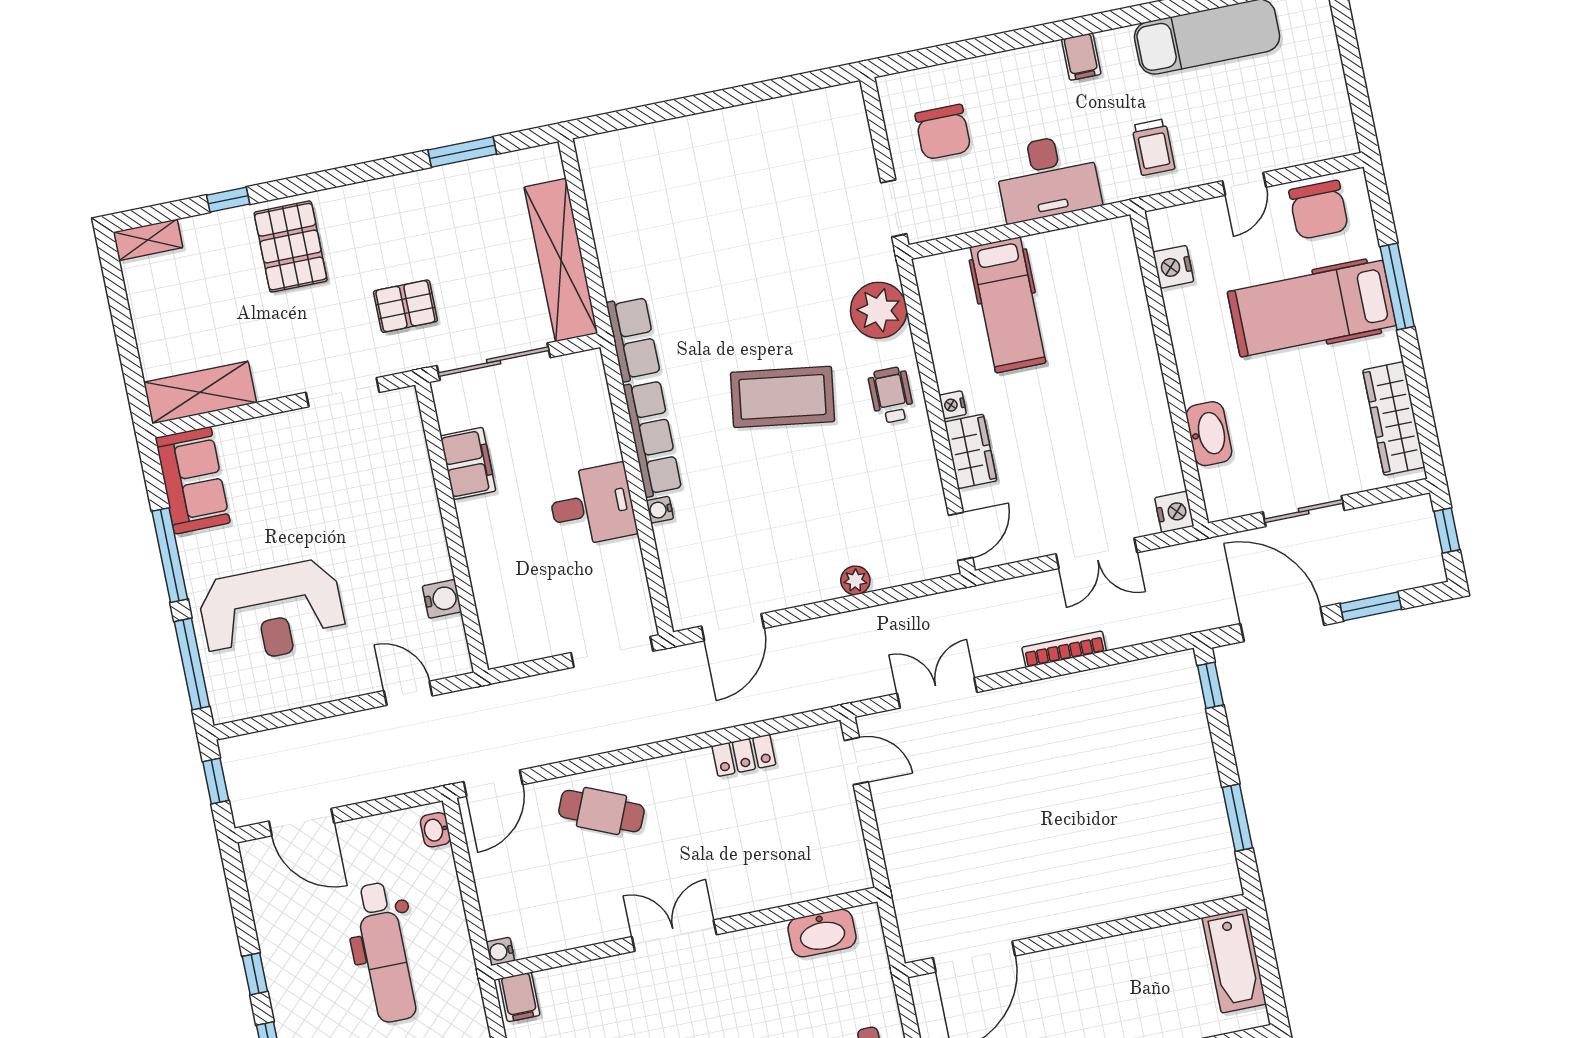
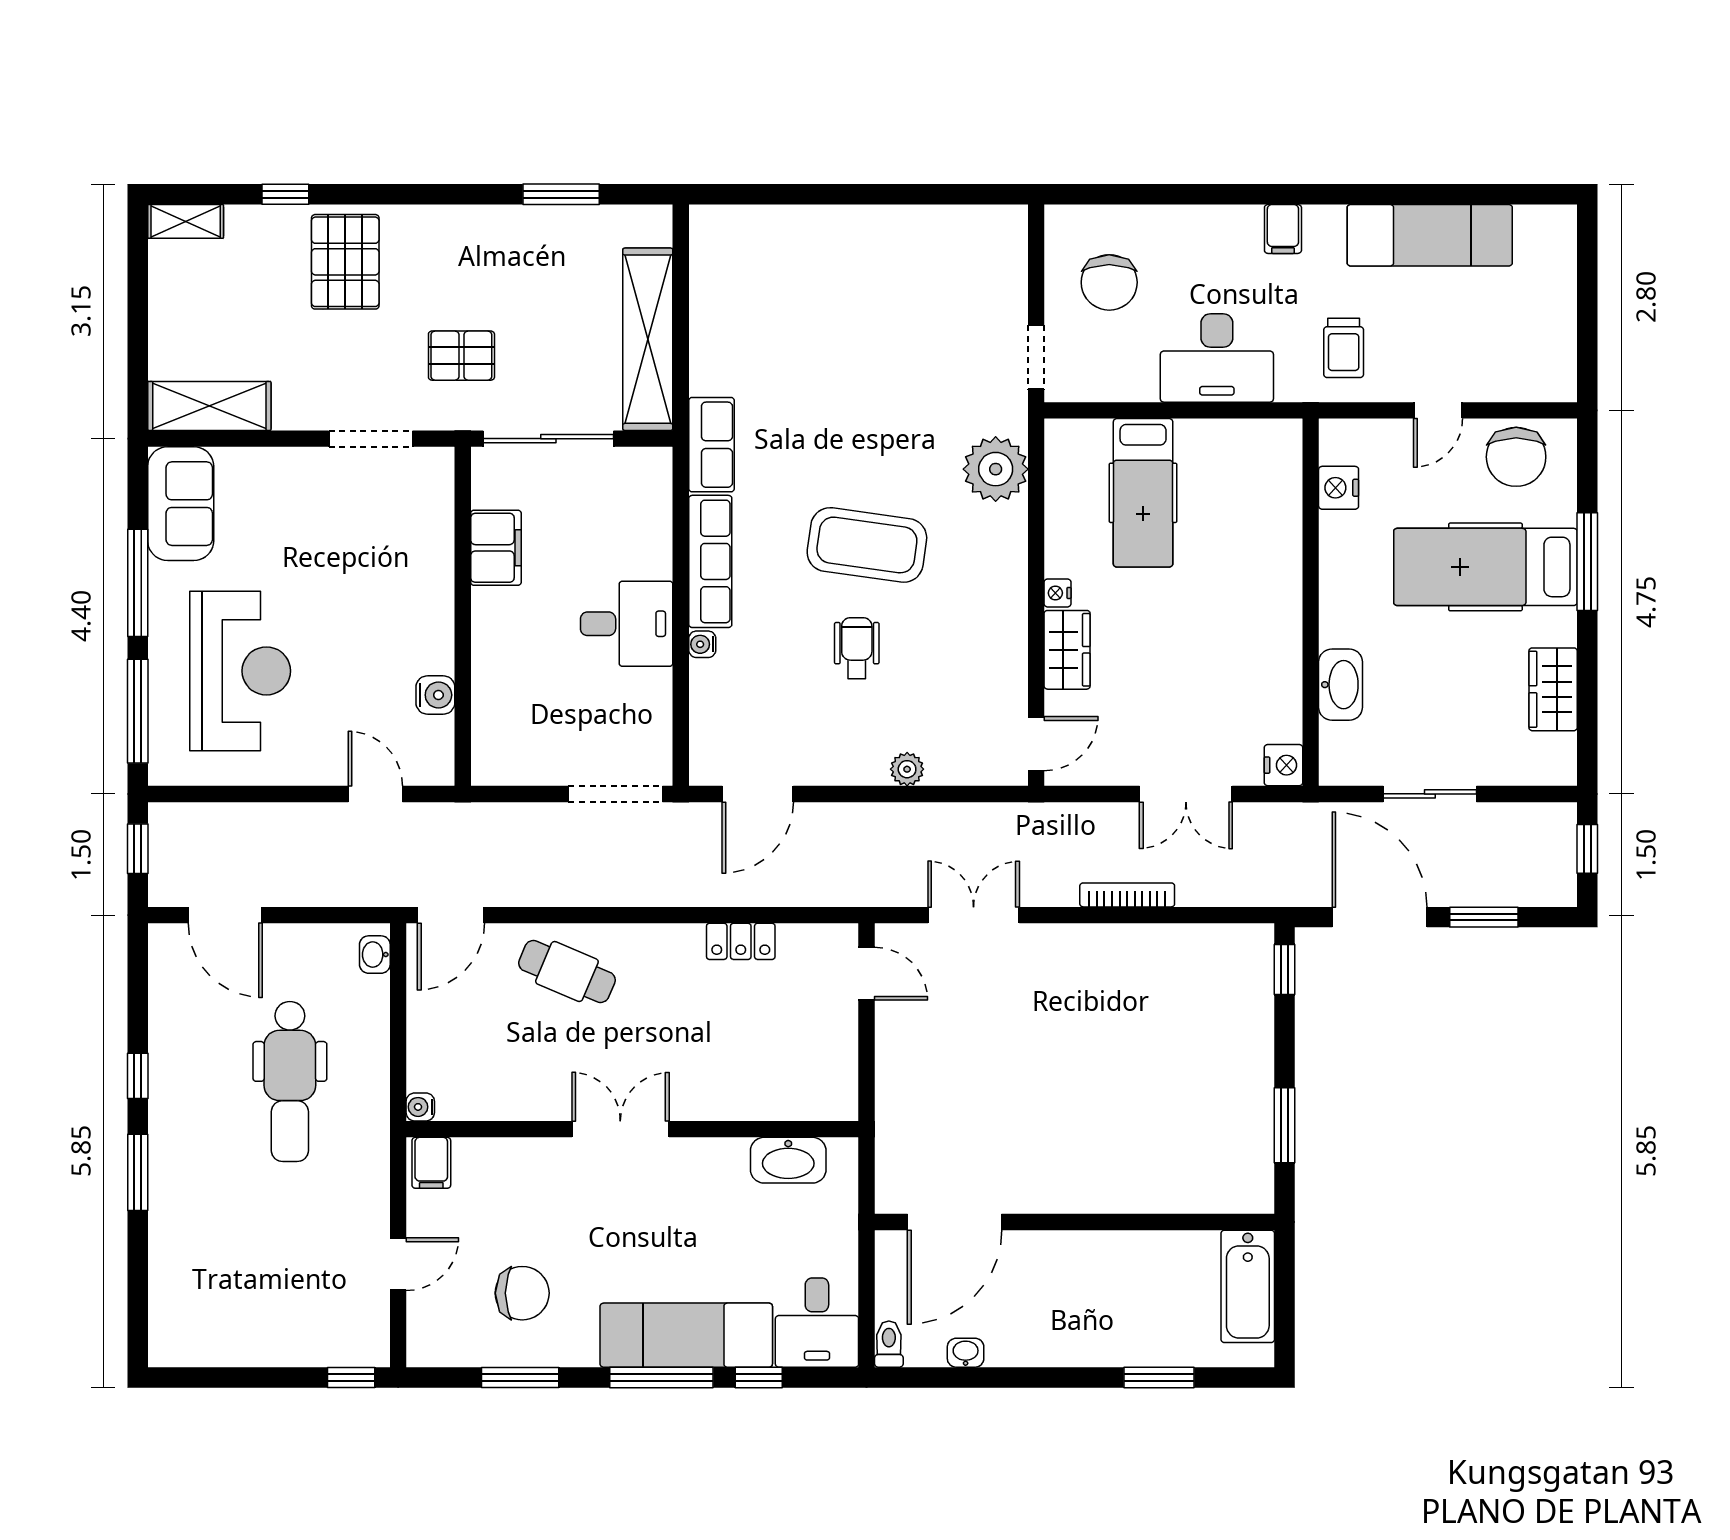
wheelchair: (891, 395) -> (857, 648), moved
wardrobe: (1394, 419) -> (1553, 689), width x0.67
reception desk: (272, 612) -> (240, 671), turned -90

